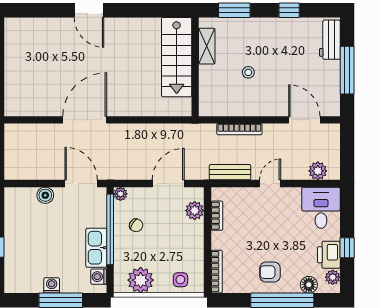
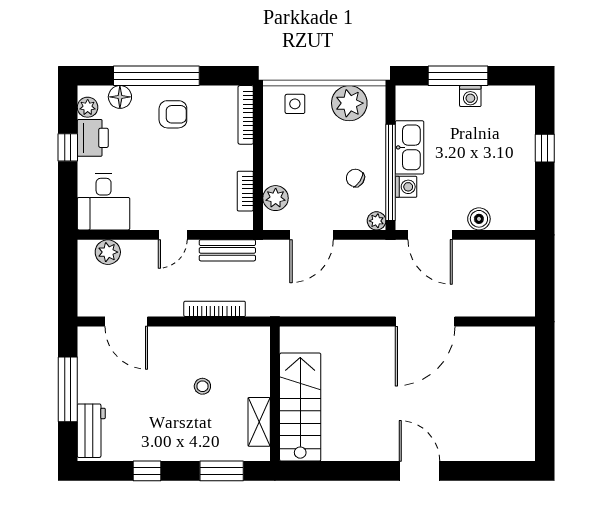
washing machine: (99, 277) -> (406, 187), moved

